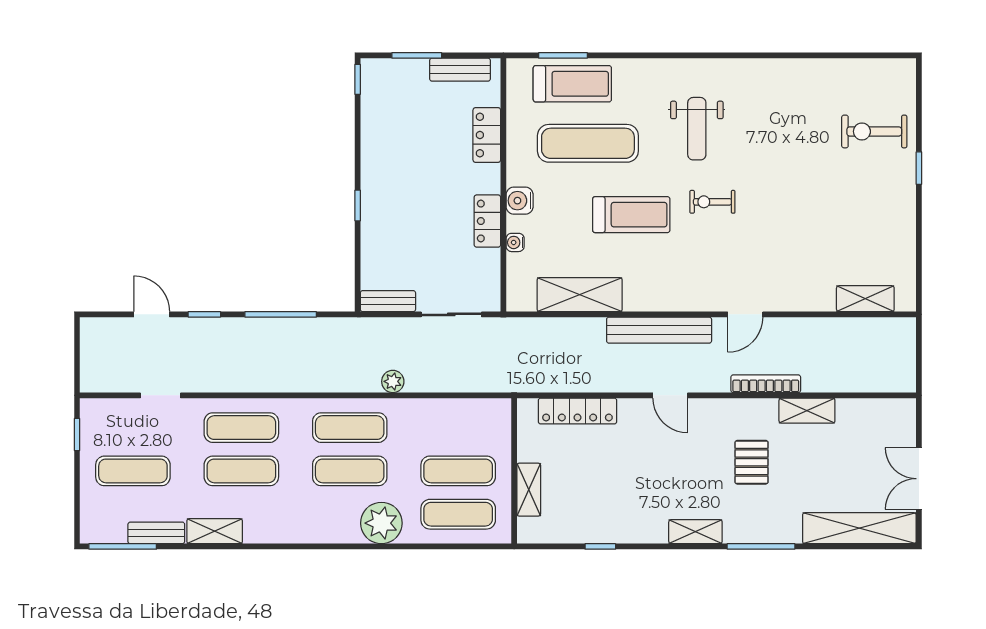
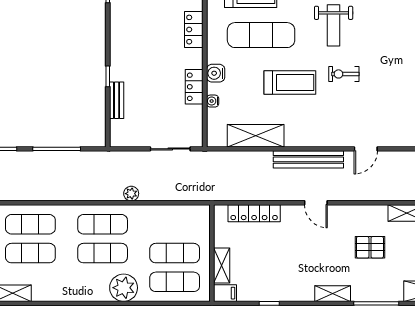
bench: (388, 301) -> (117, 100), moved, turned 90
bookcase: (766, 384) -> (379, 195), removed
pallet: (752, 462) -> (370, 247), turned 90
filing cabinet: (534, 531) -> (225, 293), added

